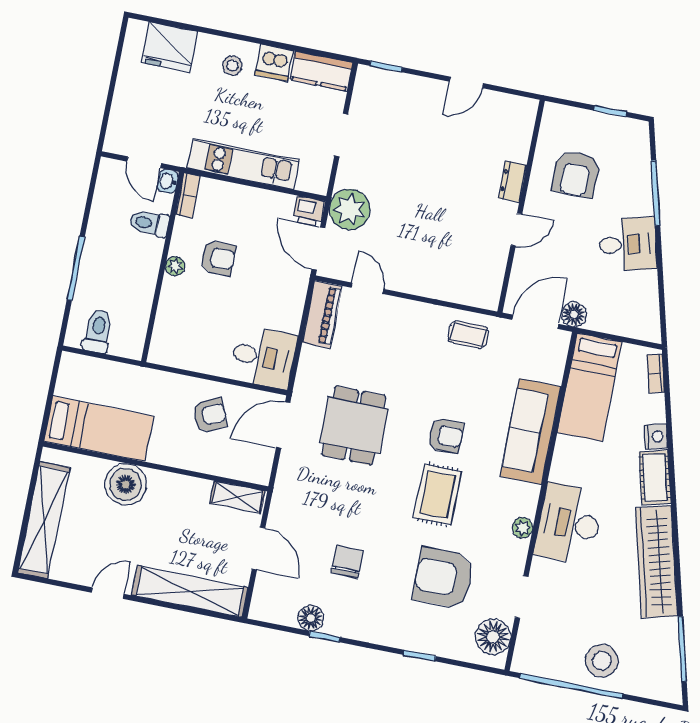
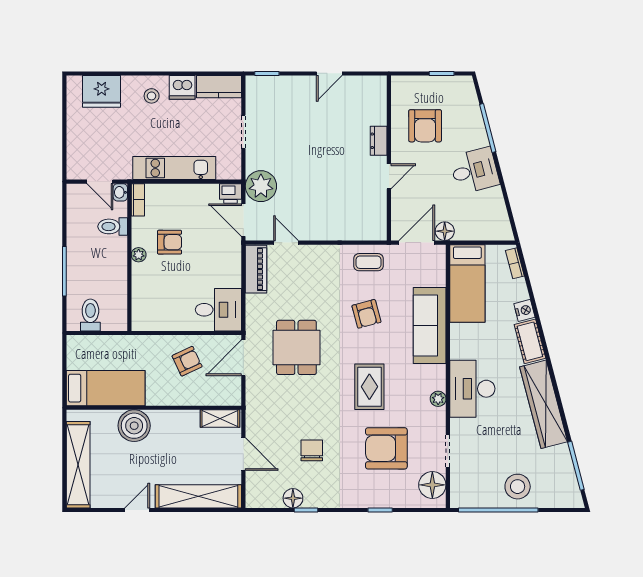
armchair: (446, 436) -> (366, 314), moved, turned 75

